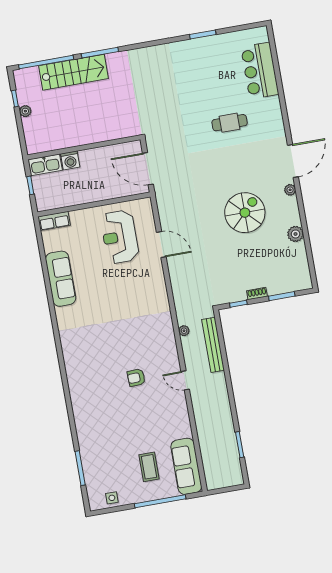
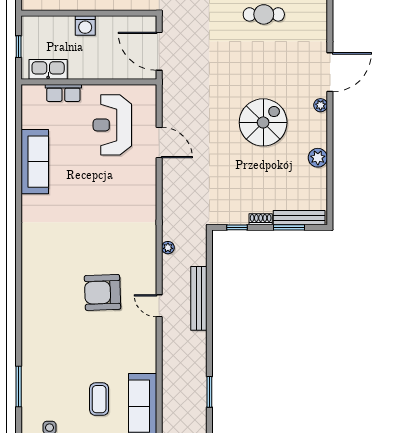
washing machine: (70, 160) -> (85, 26), moved
kitchen sink: (45, 165) -> (48, 69), moved, turned 180
row of seats: (54, 221) -> (63, 93), moved
bench: (289, 287) -> (299, 218), added
bench: (213, 345) -> (199, 298), moved
armchair: (136, 378) -> (102, 292), width x1.88, depth x1.88

